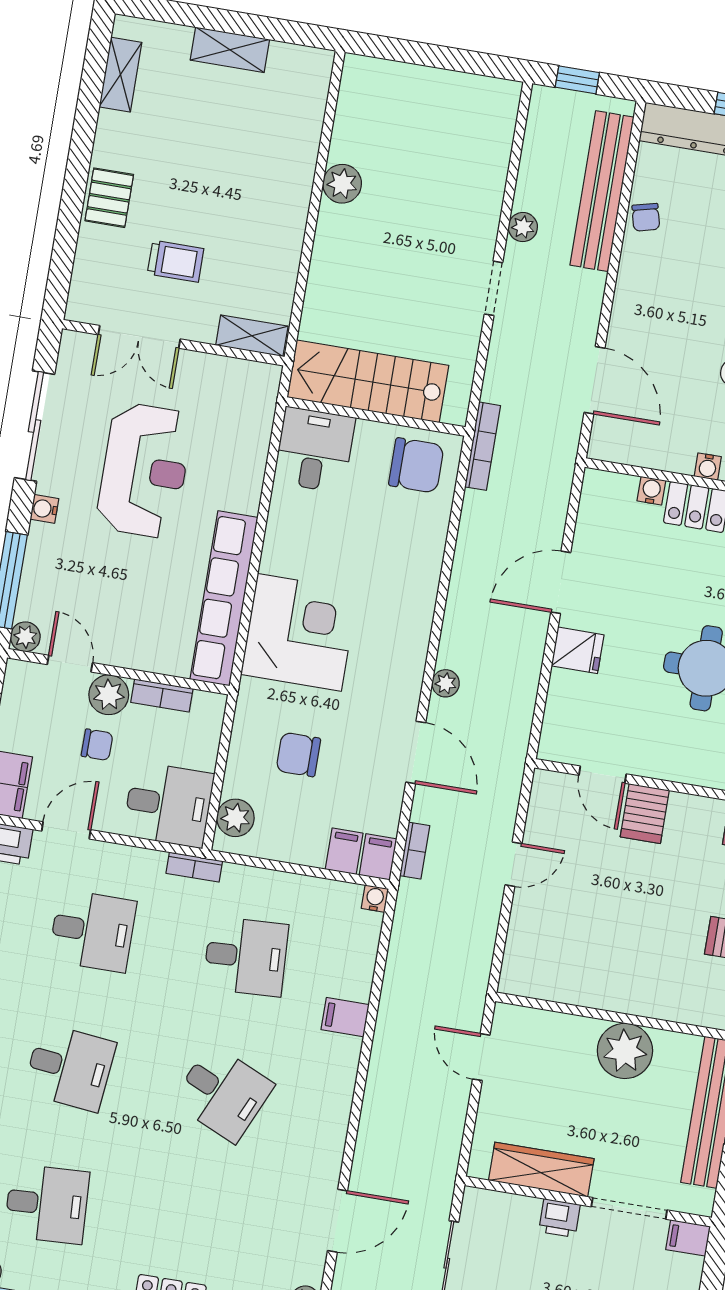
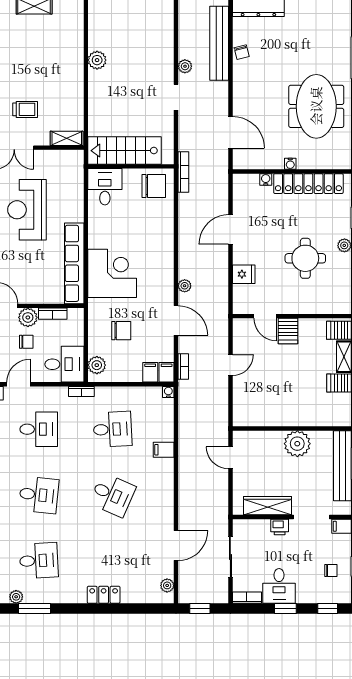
reception desk: (144, 470) -> (27, 210), turned 180
fridge: (578, 650) -> (244, 274), moved
chair: (298, 755) -> (121, 331), turned 180

